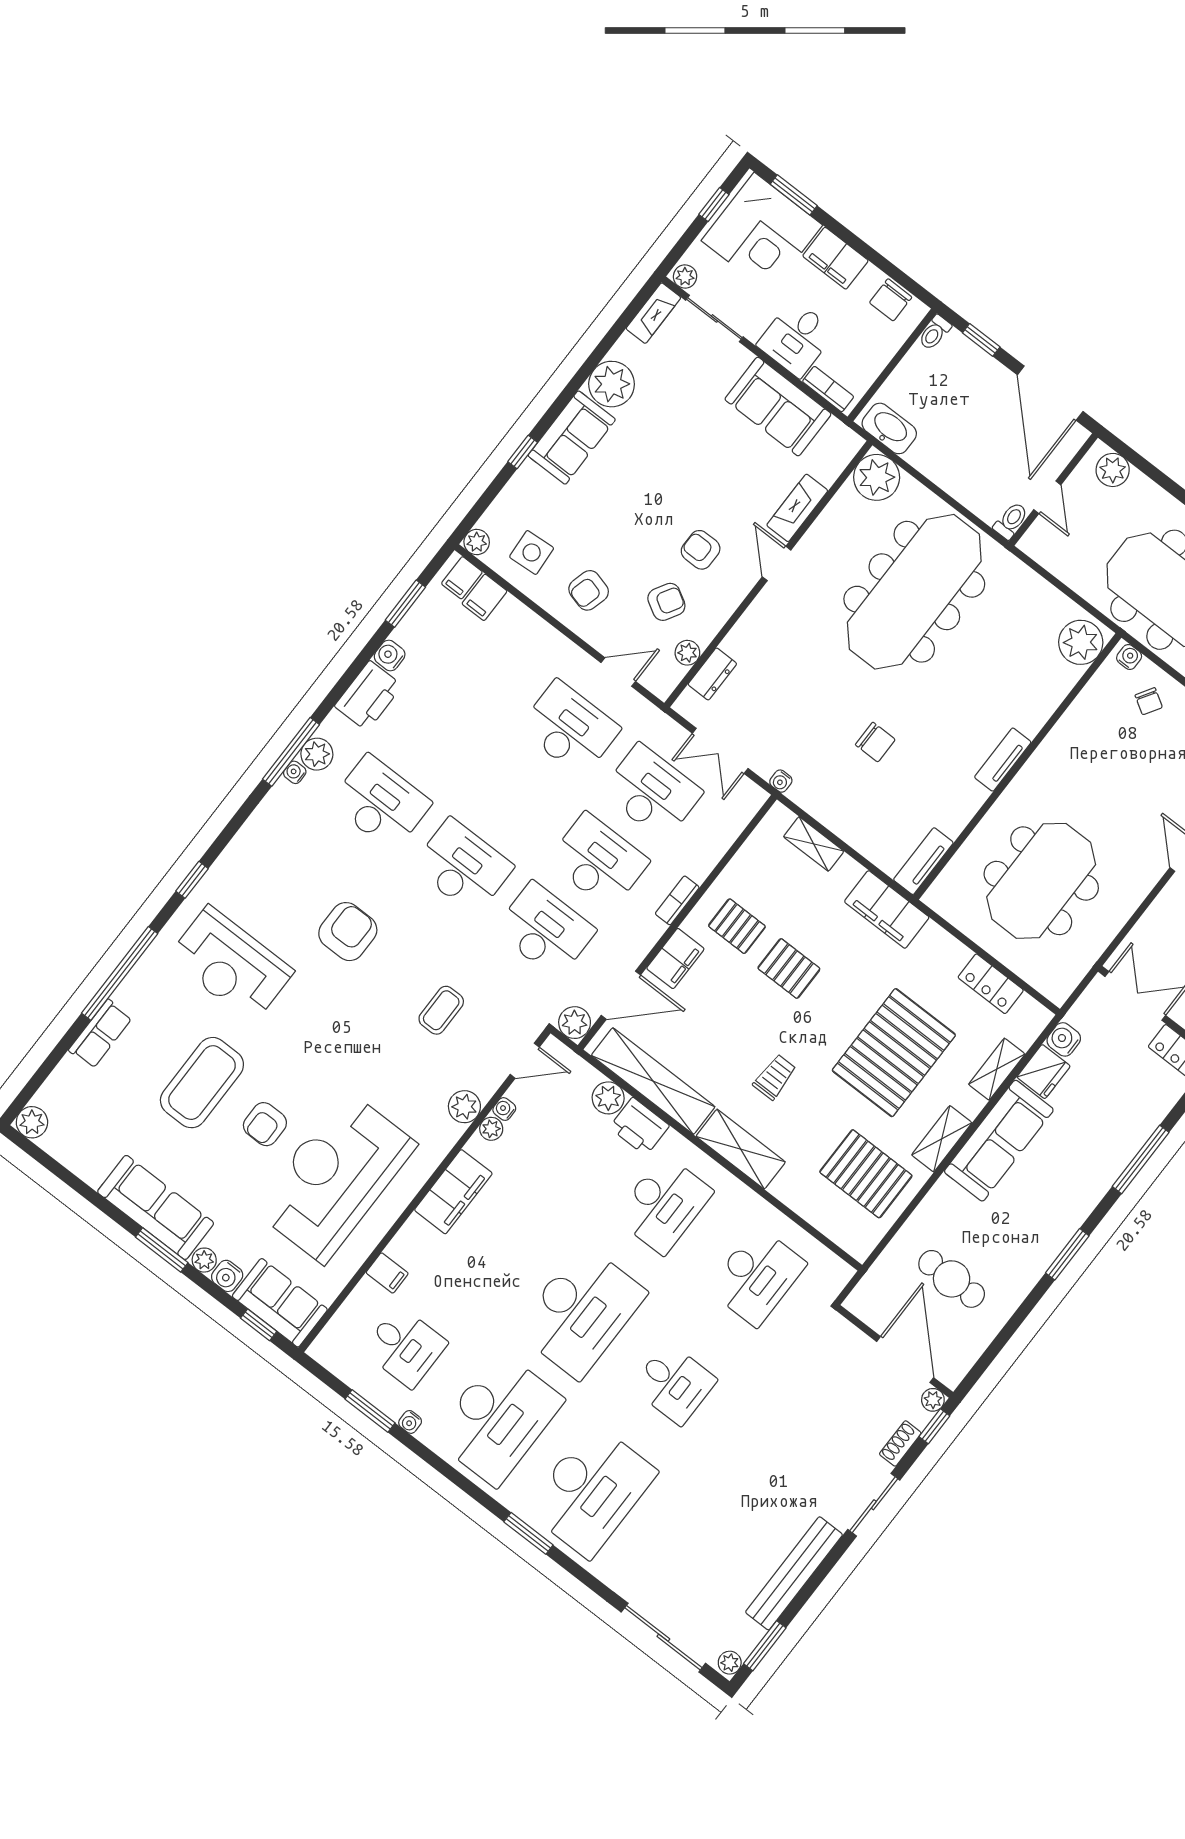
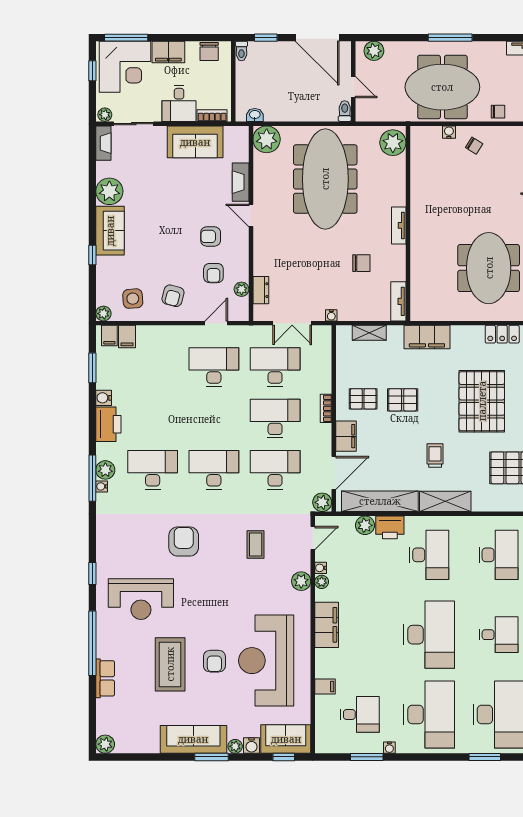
window: (794, 195) -> (126, 38), width x1.44
washbasin: (889, 428) -> (255, 115), width x0.52, depth x0.69
armchair: (666, 602) -> (213, 273), turned 150
plant: (1081, 642) -> (393, 143), moved
tv unit: (1003, 760) -> (399, 225), moved
wall: (1017, 766) -> (408, 223), moved
tv unit: (923, 861) -> (398, 301), moved

